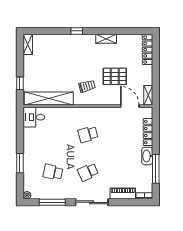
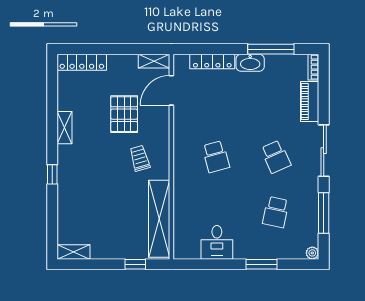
desk: (34, 117) -> (217, 242), moved

